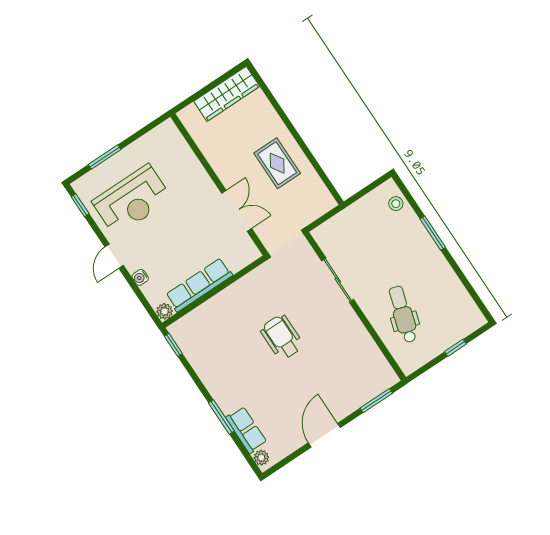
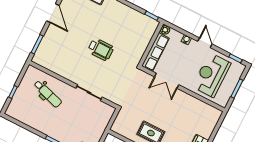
wall: (219, 184) -> (182, 89), moved
double door: (237, 211) -> (167, 81), moved

